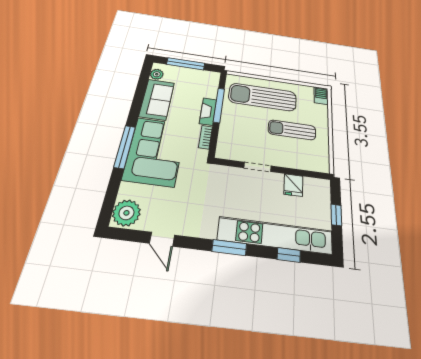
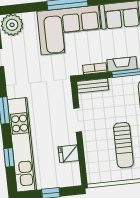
sun lounger: (292, 130) -> (123, 145), turned 180
bench: (223, 143) -> (93, 86), added

